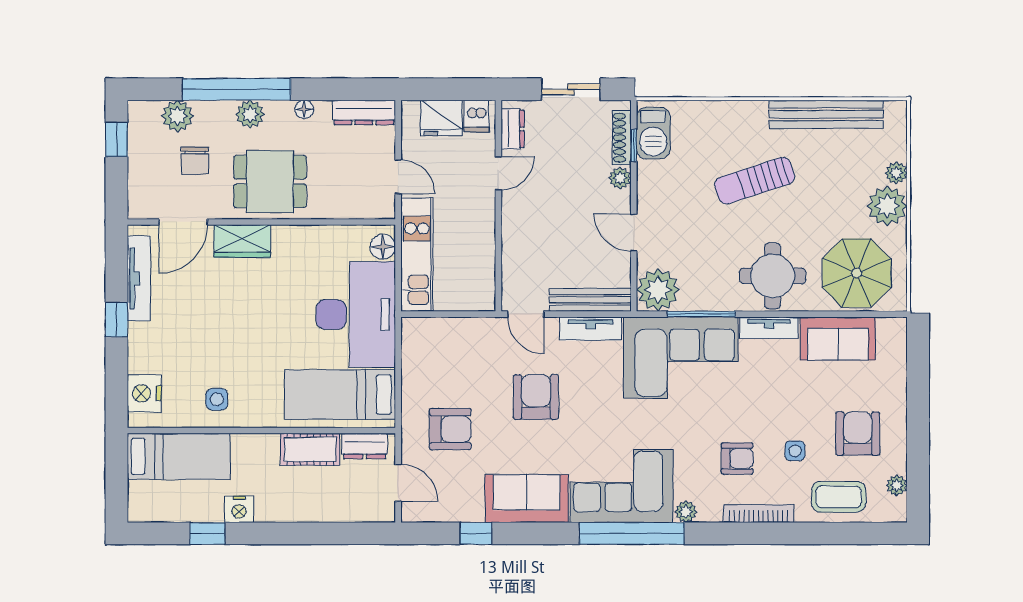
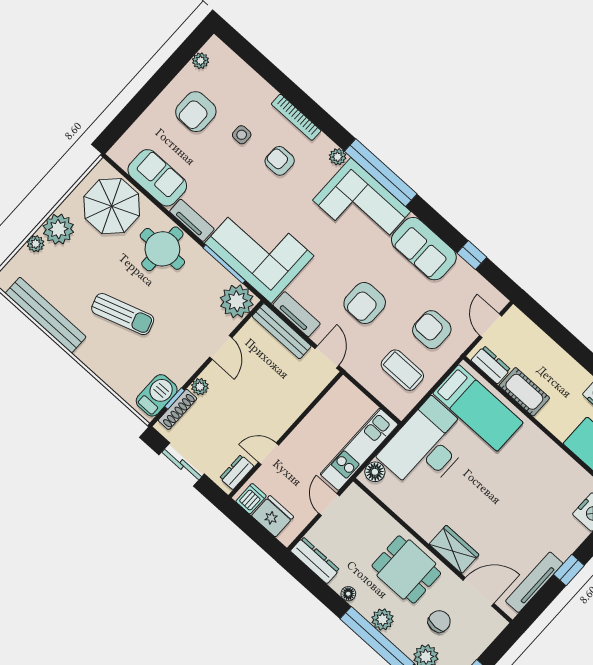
side table: (217, 399) -> (552, 470), removed
coffee table: (839, 497) -> (402, 370), moved

